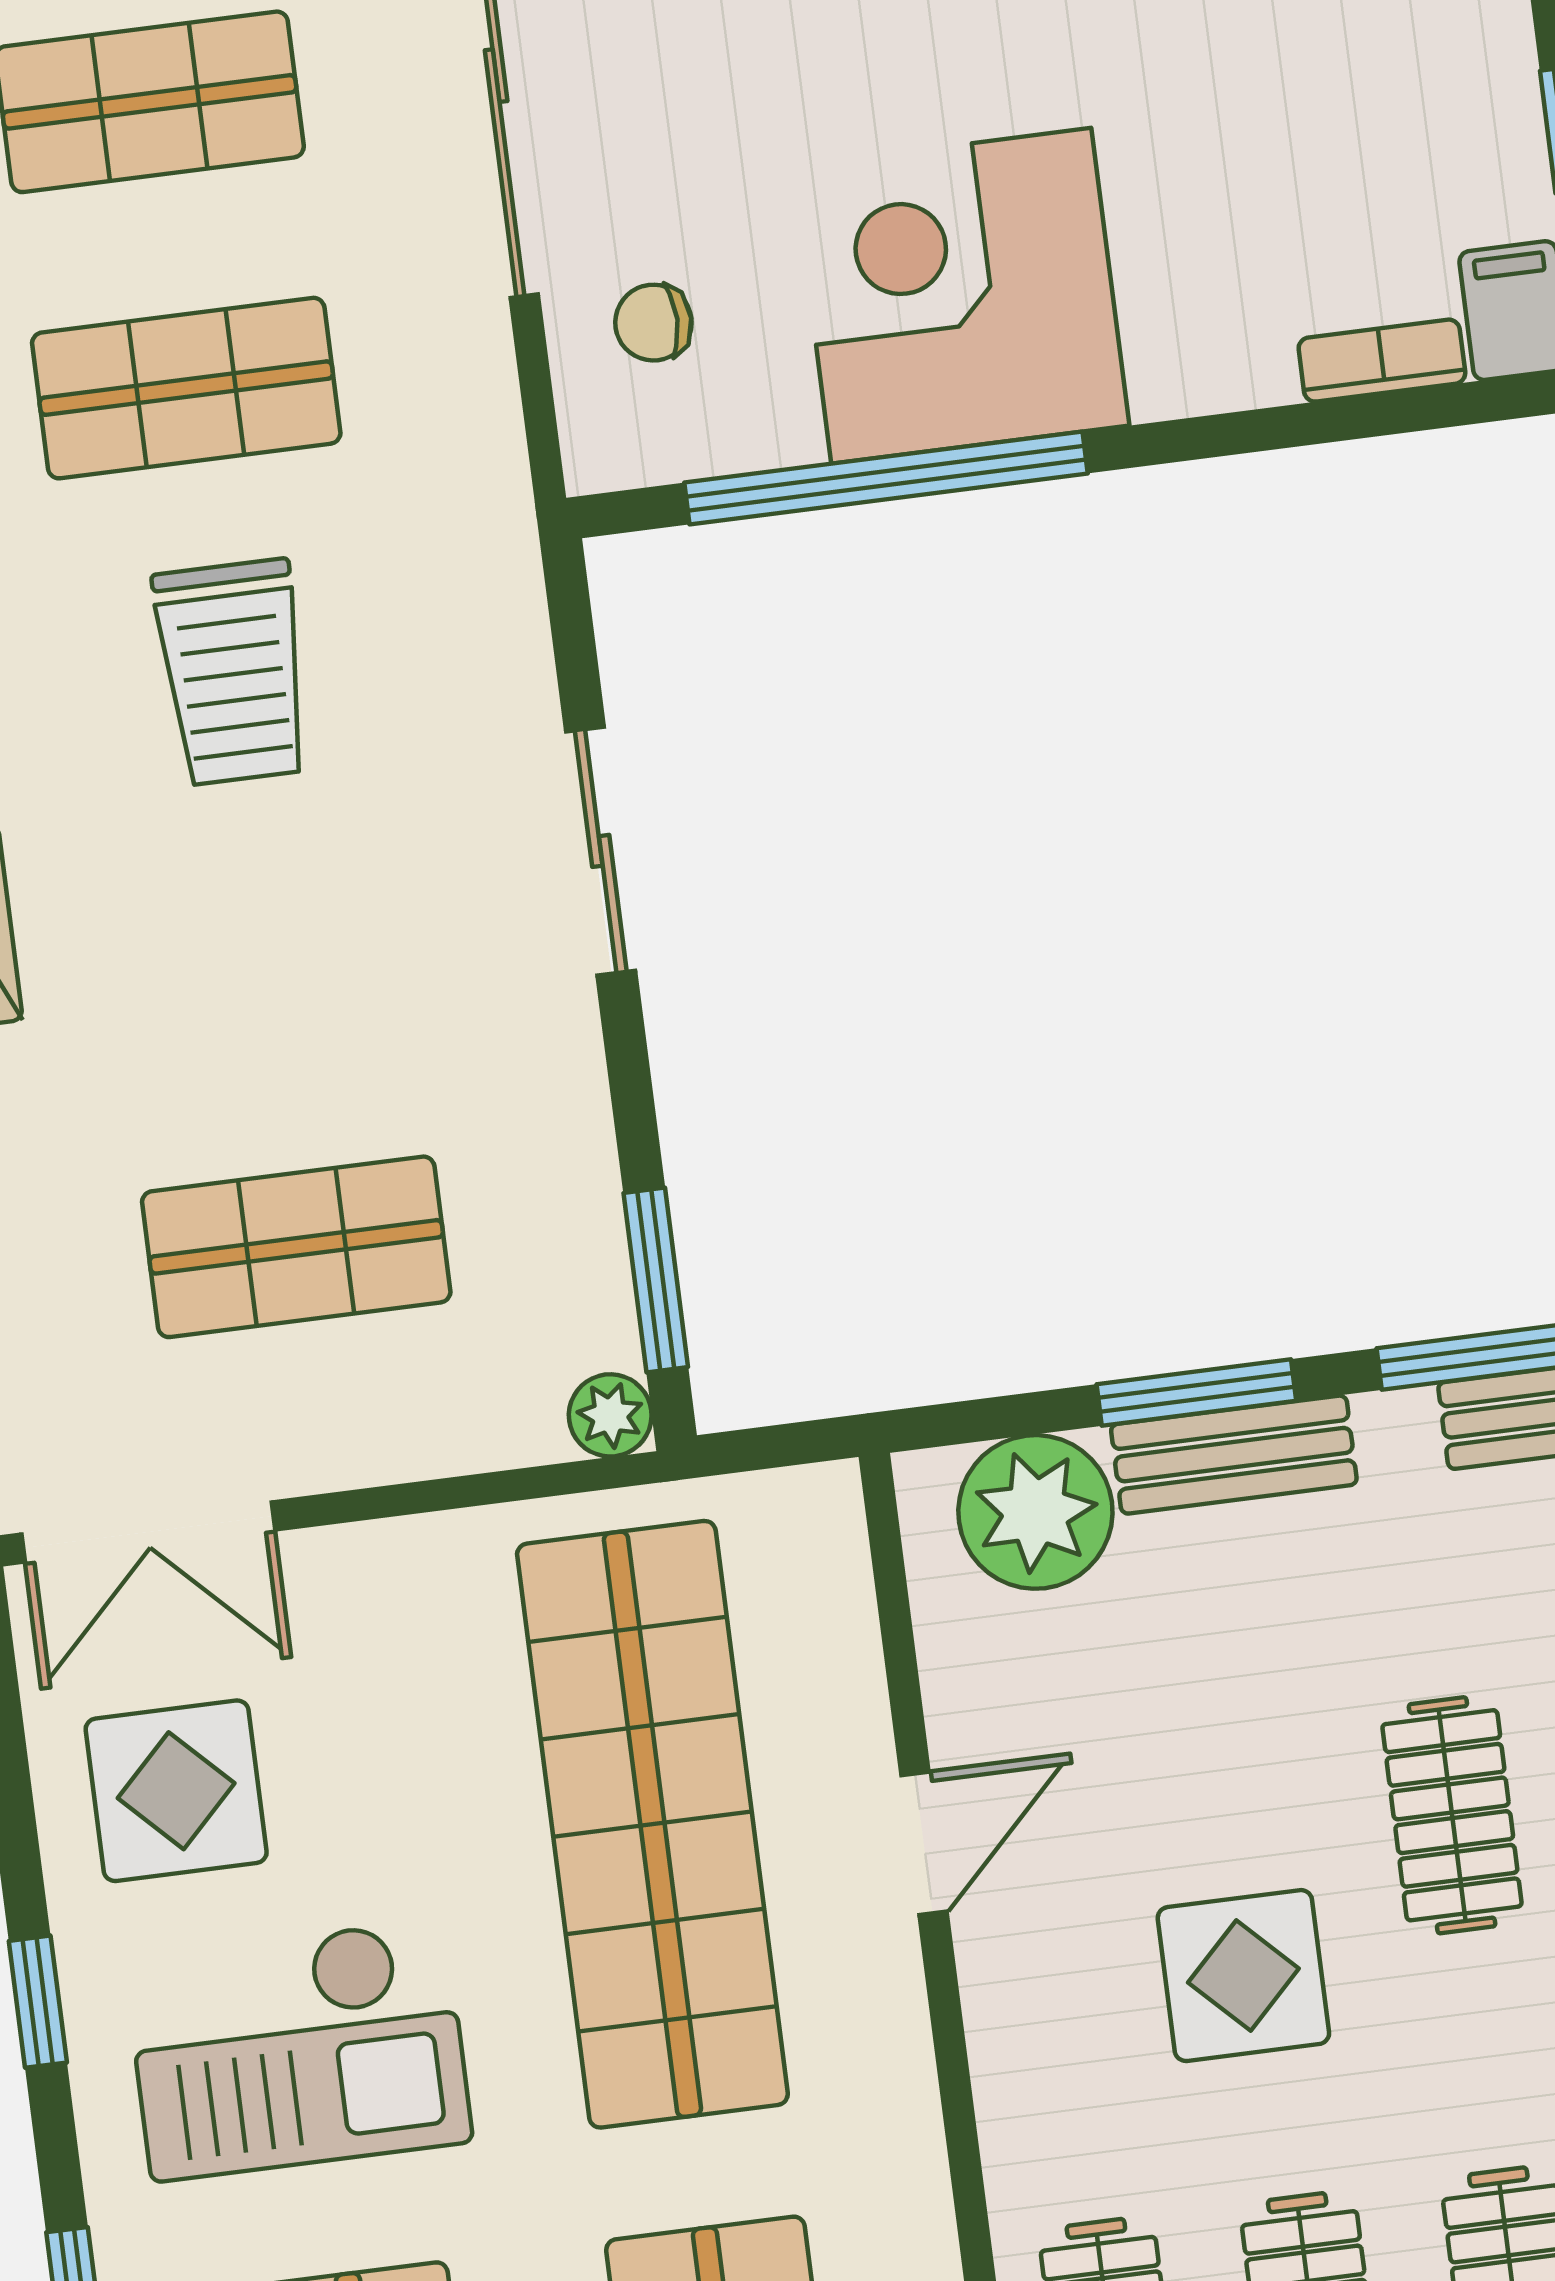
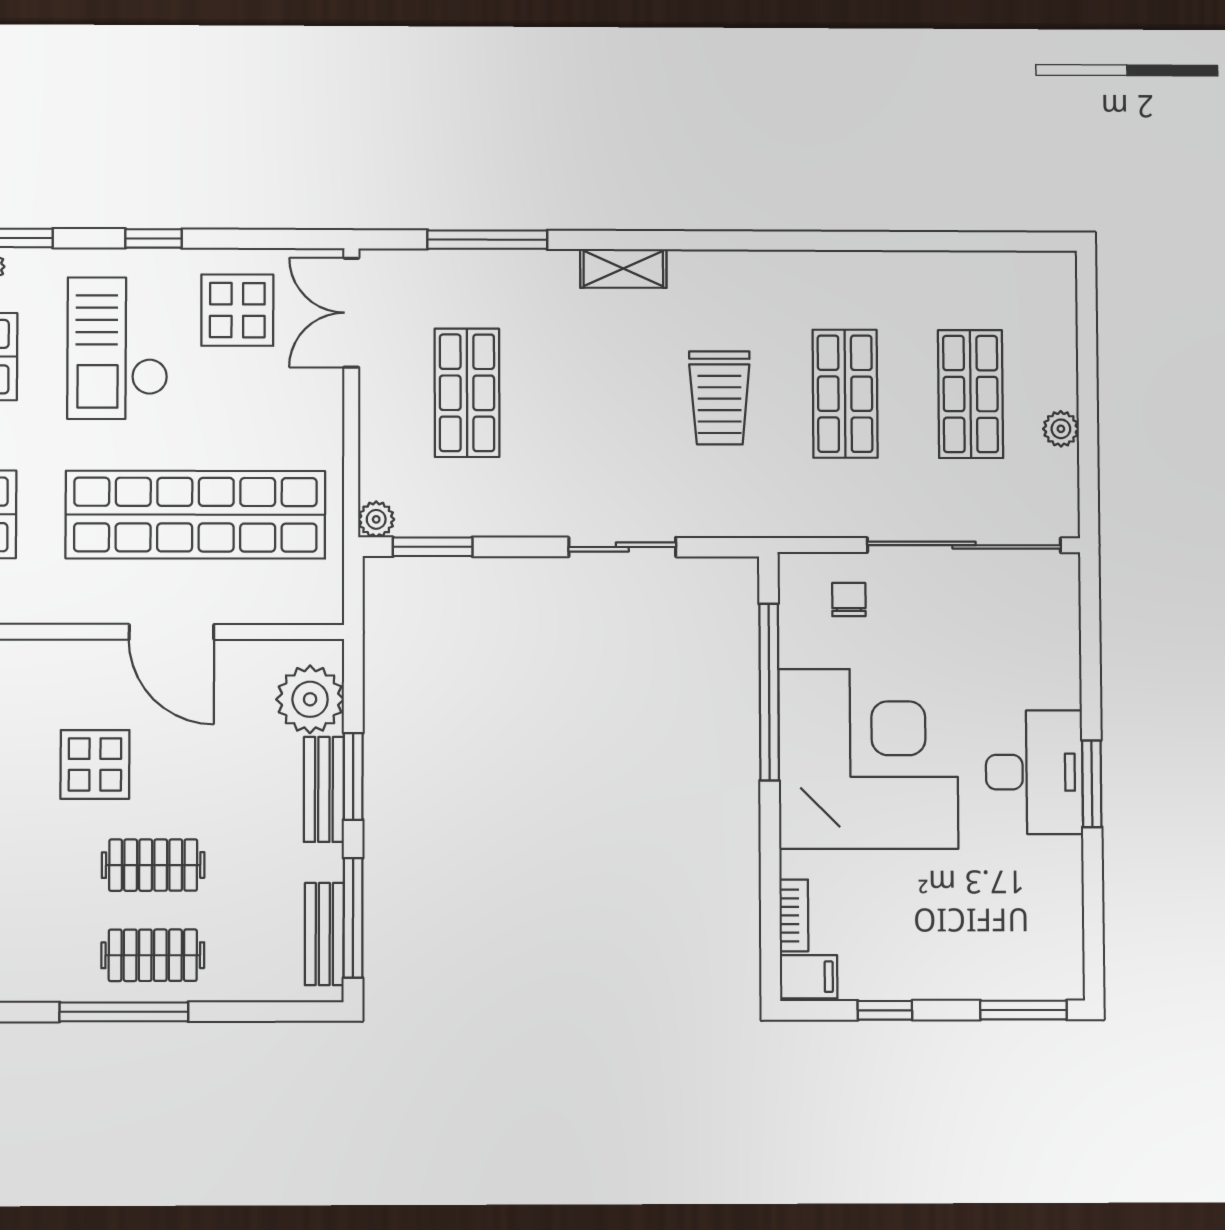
corner desk: (961, 296) -> (868, 759), width x1.36, depth x1.36
trolley: (233, 672) -> (720, 398), turned -90
door: (924, 1843) -> (171, 632), width x1.38

